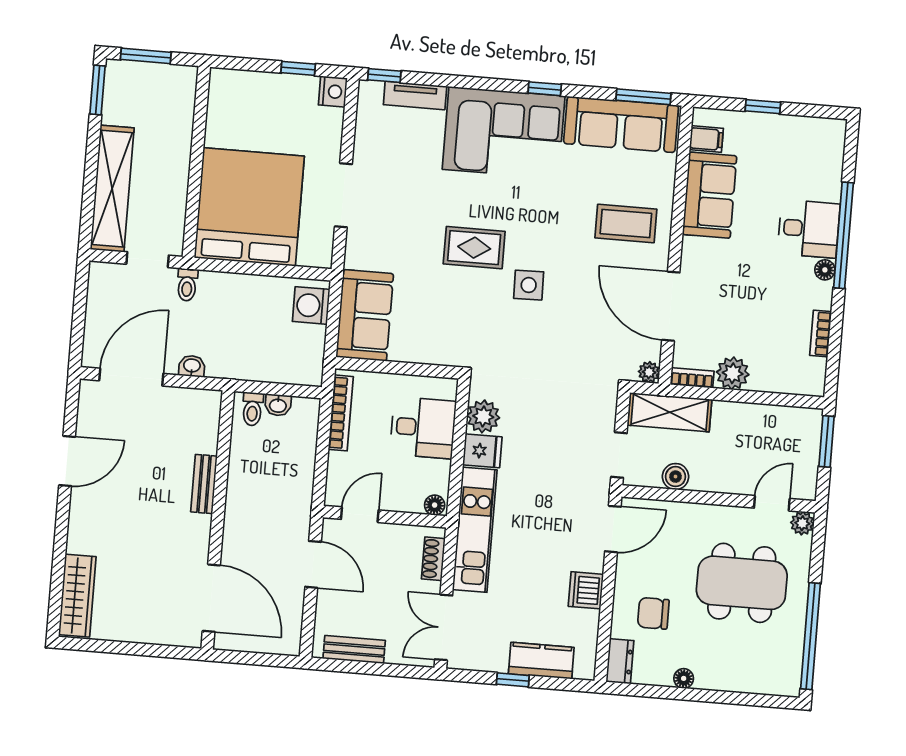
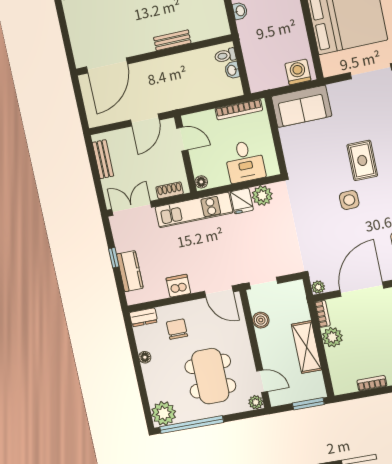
shelving: (670, 412) -> (307, 347), moved
plant: (781, 676) -> (164, 413), added

